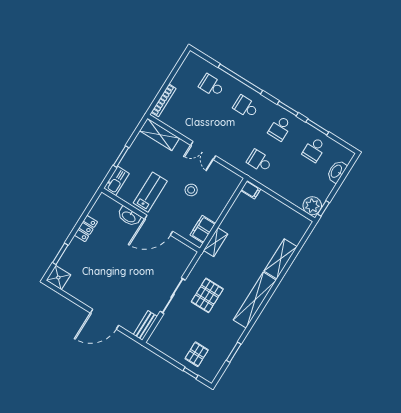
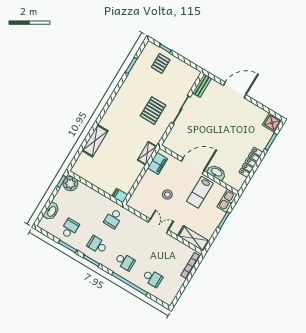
school desk: (280, 128) -> (97, 245), turned -90
school desk: (259, 161) -> (113, 218), turned 90
locker: (86, 228) -> (251, 162), width x1.53
shelving: (255, 300) -> (115, 107), removed

